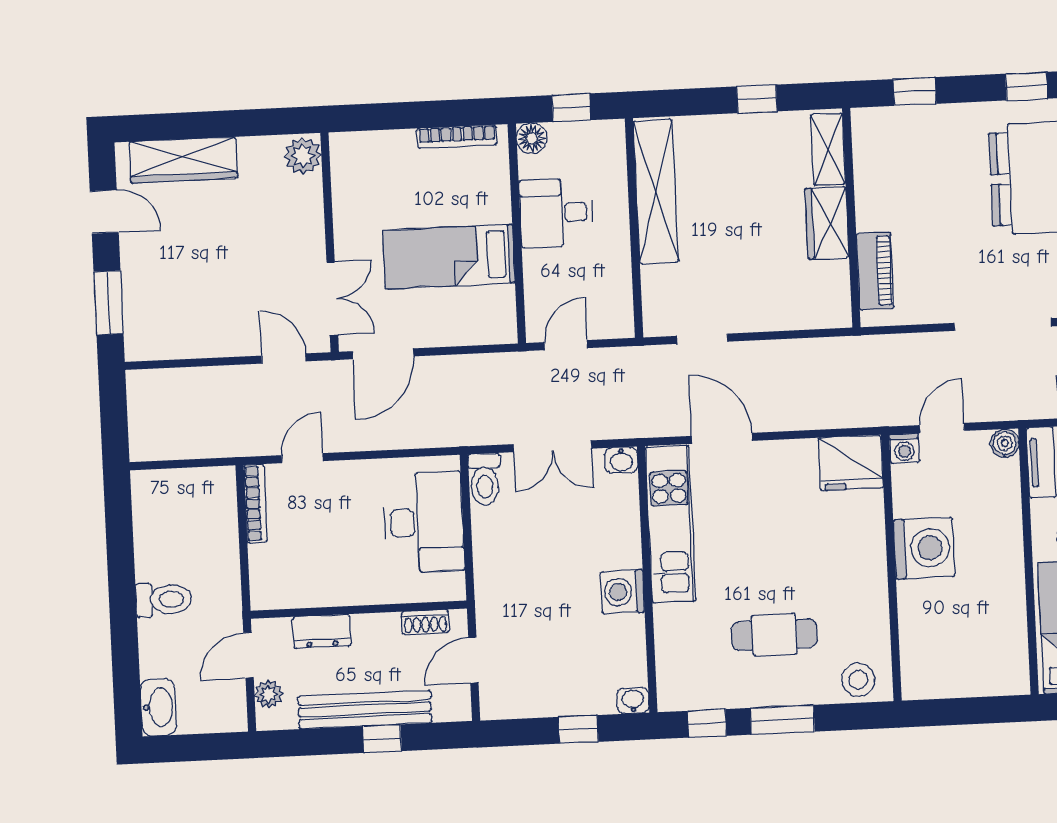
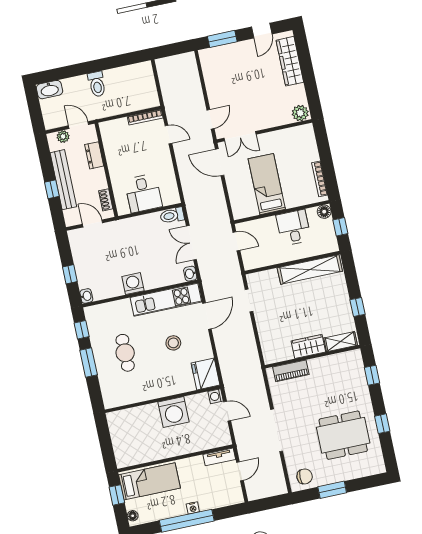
boiler: (1005, 443) -> (225, 440), removed
desk: (424, 522) -> (143, 193), width x0.73
stool: (858, 680) -> (173, 343), moved

